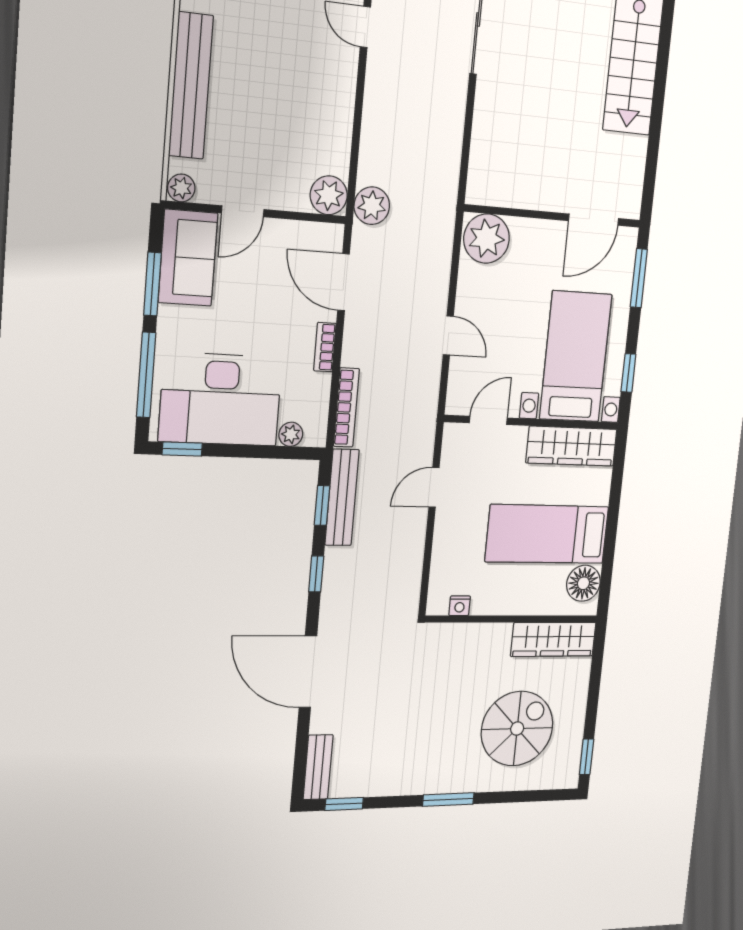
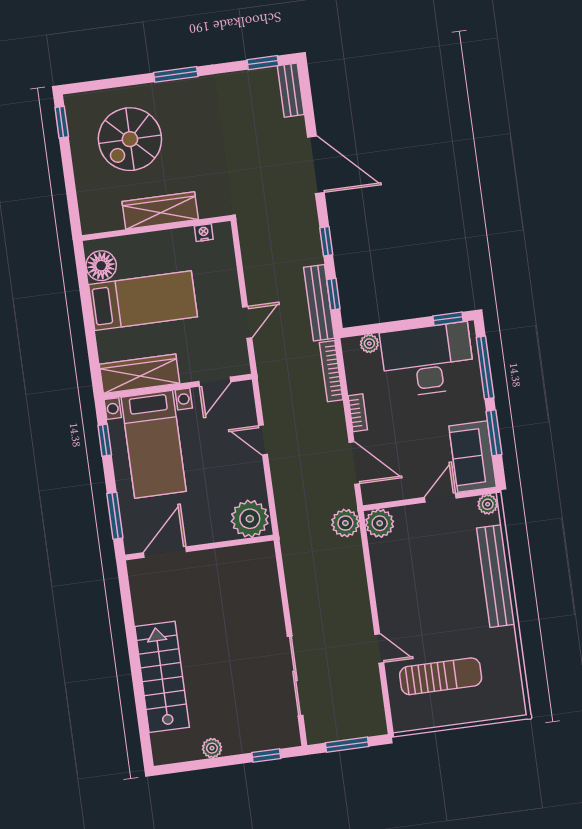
wardrobe: (553, 639) -> (160, 210), moved

